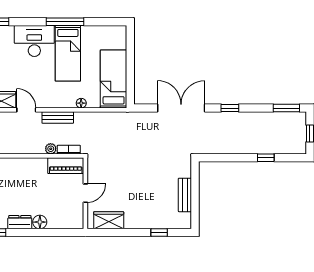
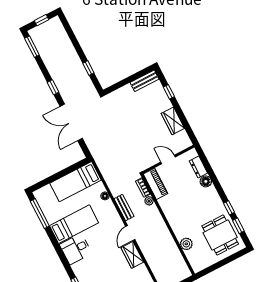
window: (65, 22) -> (40, 214), moved
desk: (34, 41) -> (76, 249), width x0.73
window: (266, 158) -> (88, 68), moved
bench: (185, 195) -> (145, 81), moved
wardrobe: (109, 220) -> (173, 121), moved
dresser: (20, 222) -> (198, 167), moved

